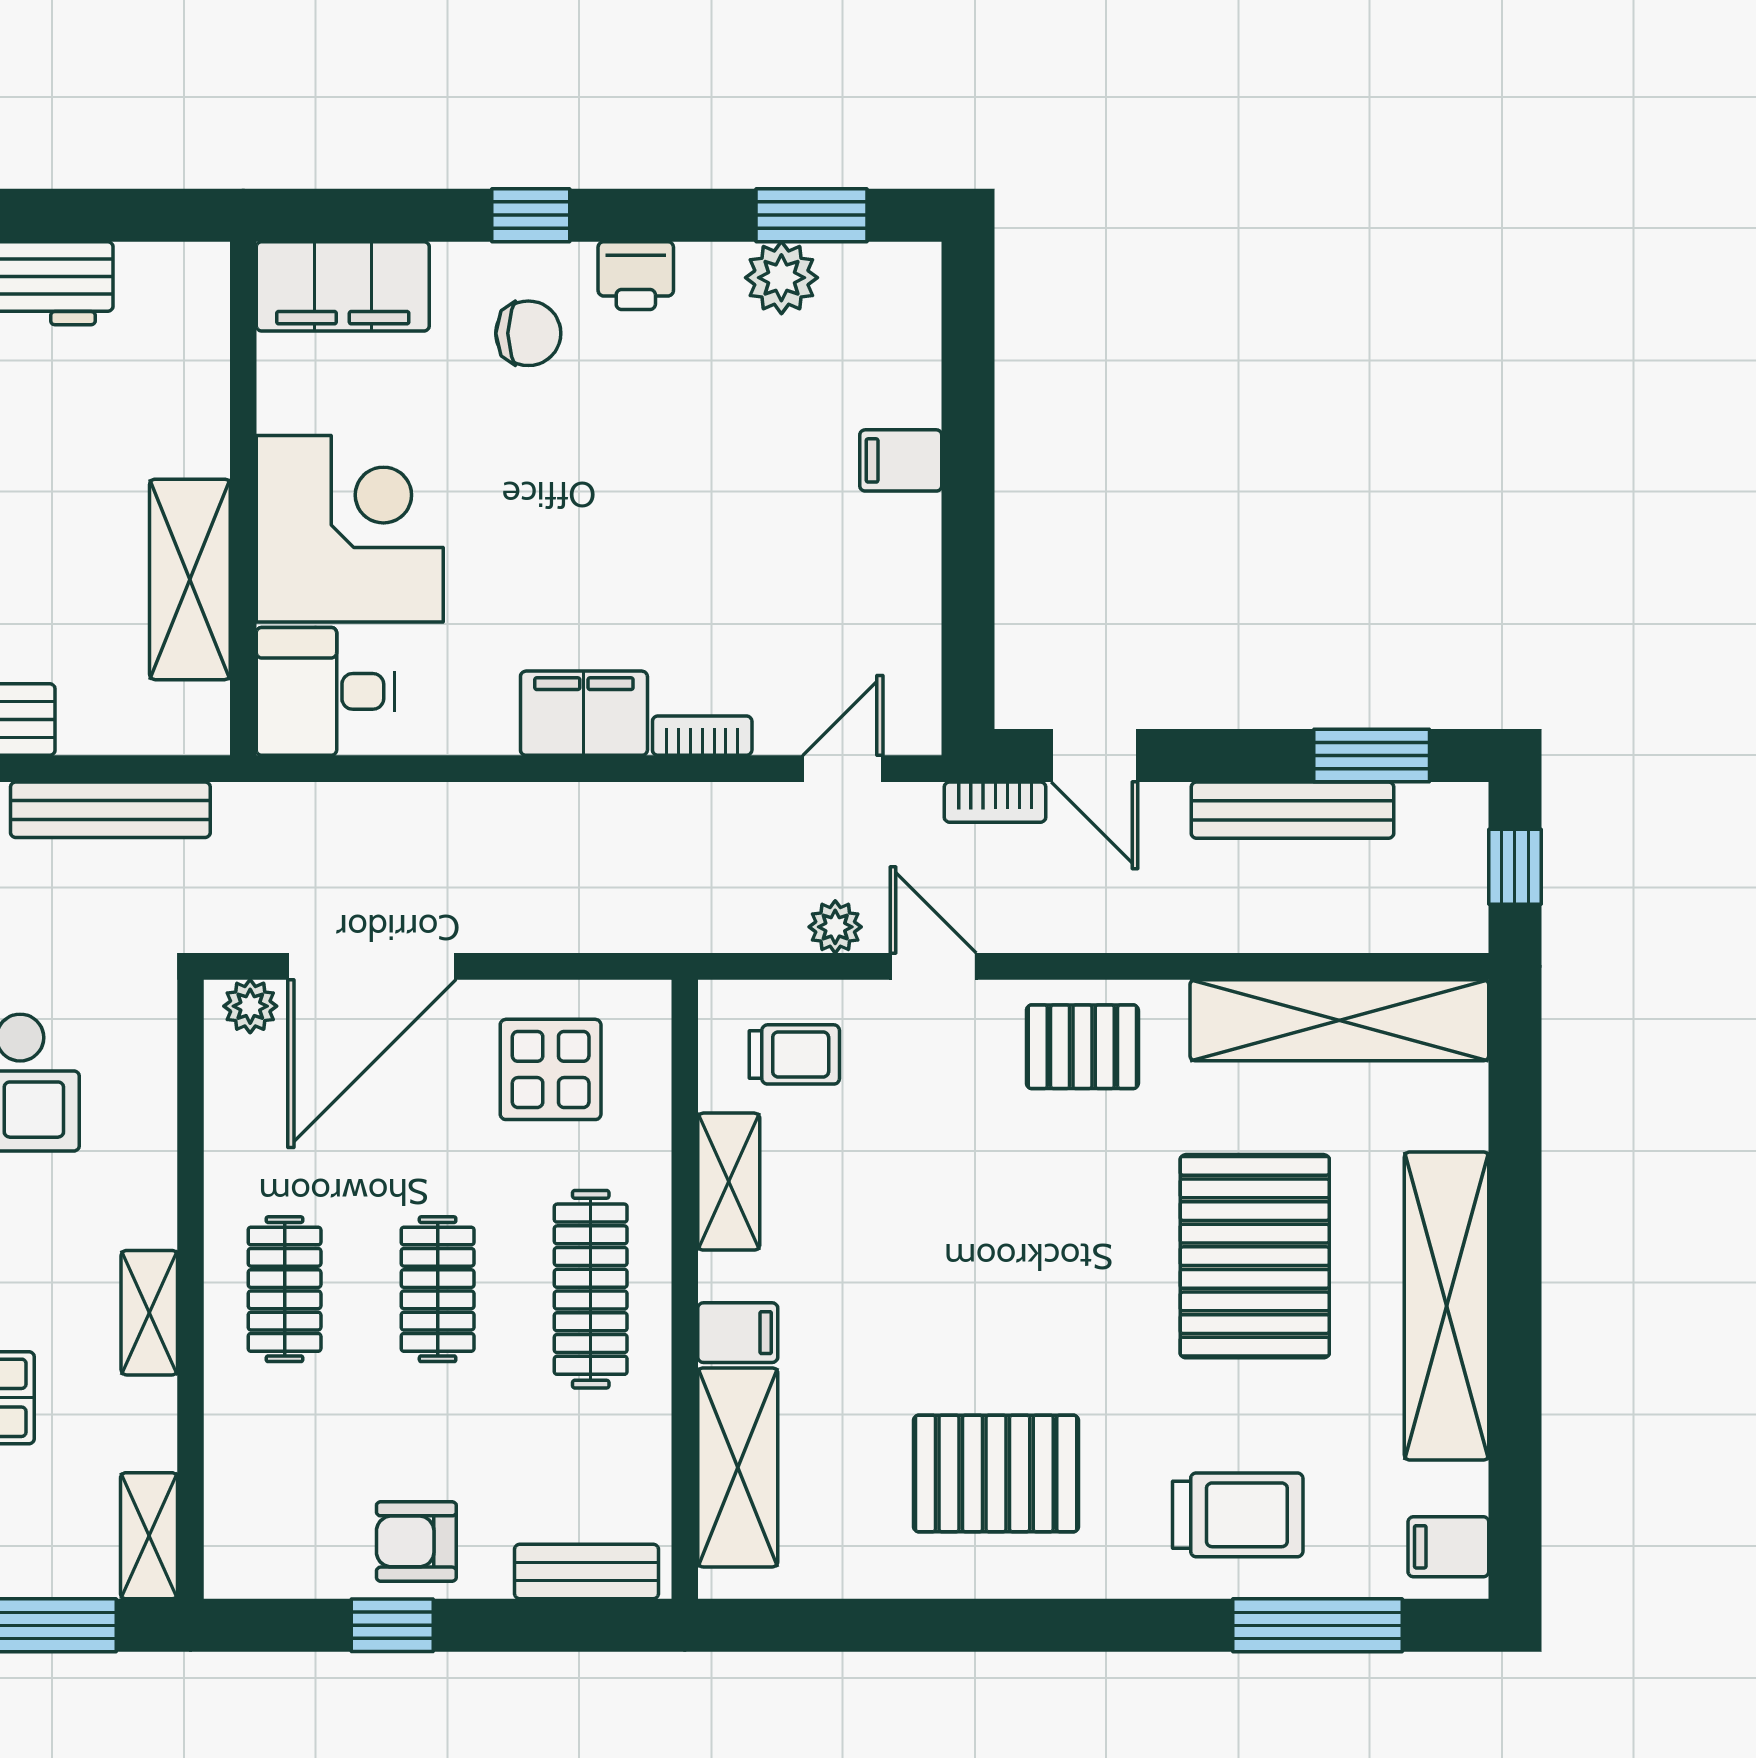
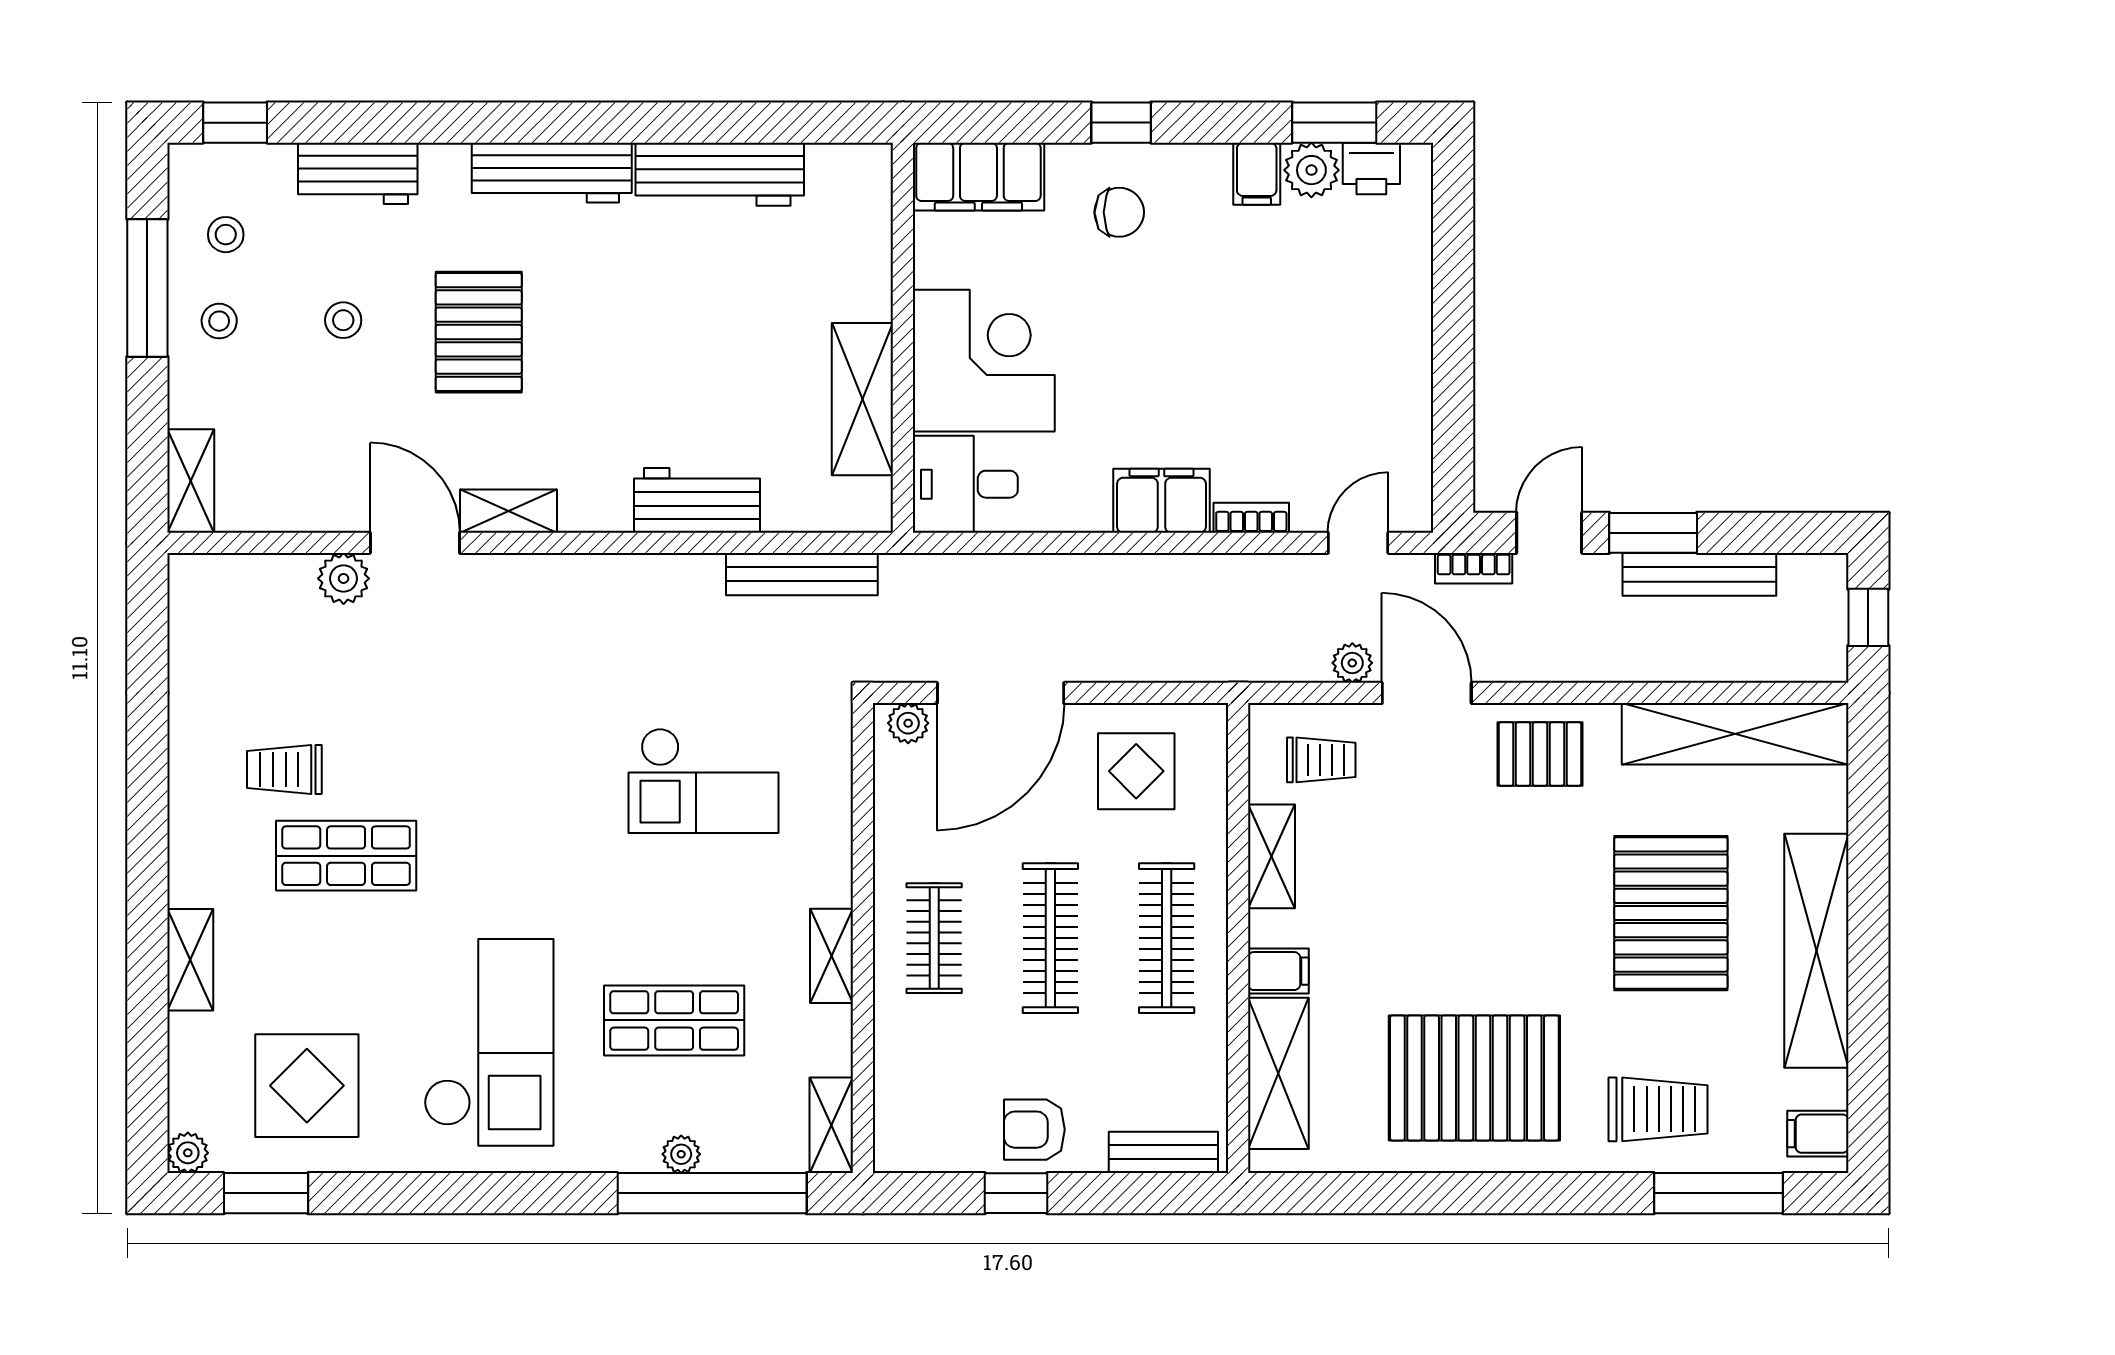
printer: (636, 276) -> (1371, 169), moved
filing cabinet: (901, 460) -> (1257, 174), moved, turned -90
door: (1095, 755) -> (1549, 533), swing flipped
window: (1372, 755) -> (1653, 533), moved
door: (933, 966) -> (1427, 693), width x1.38
clothes rail: (438, 1289) -> (1050, 938), width x1.36
pallet: (996, 1473) -> (1474, 1078), width x1.37, depth x1.41

